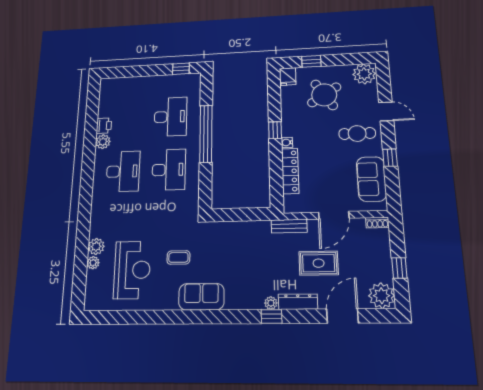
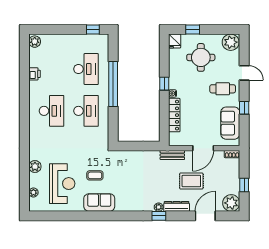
round table: (324, 95) -> (201, 57), turned 33
plant: (103, 142) -> (35, 42), moved
plant: (93, 263) -> (33, 192), moved
sofa: (201, 297) -> (99, 202), moved

